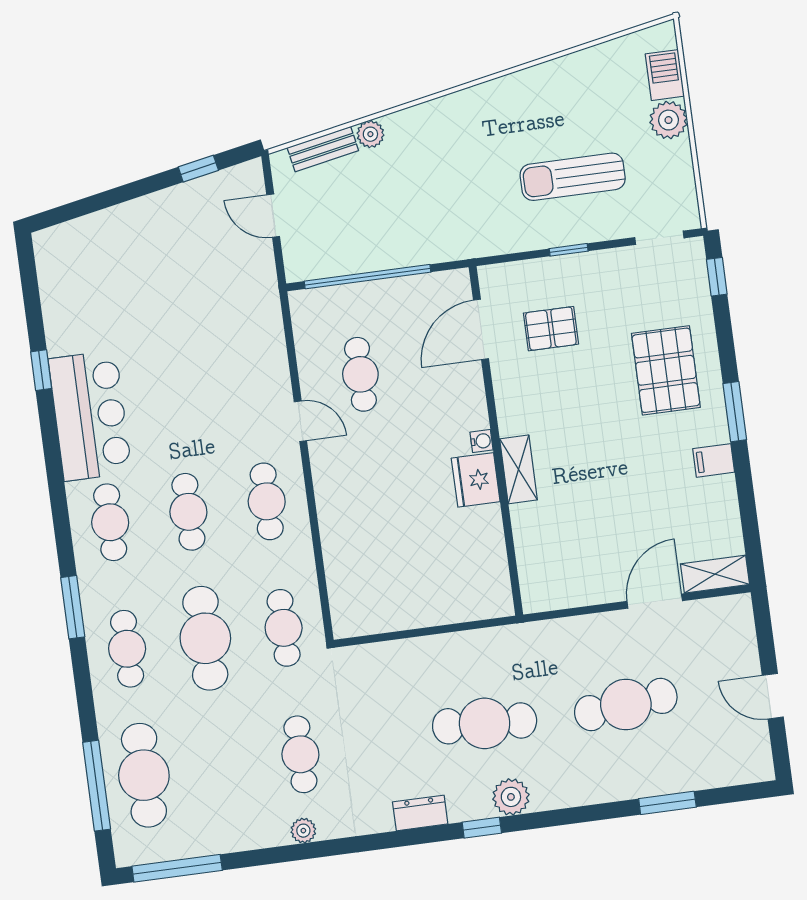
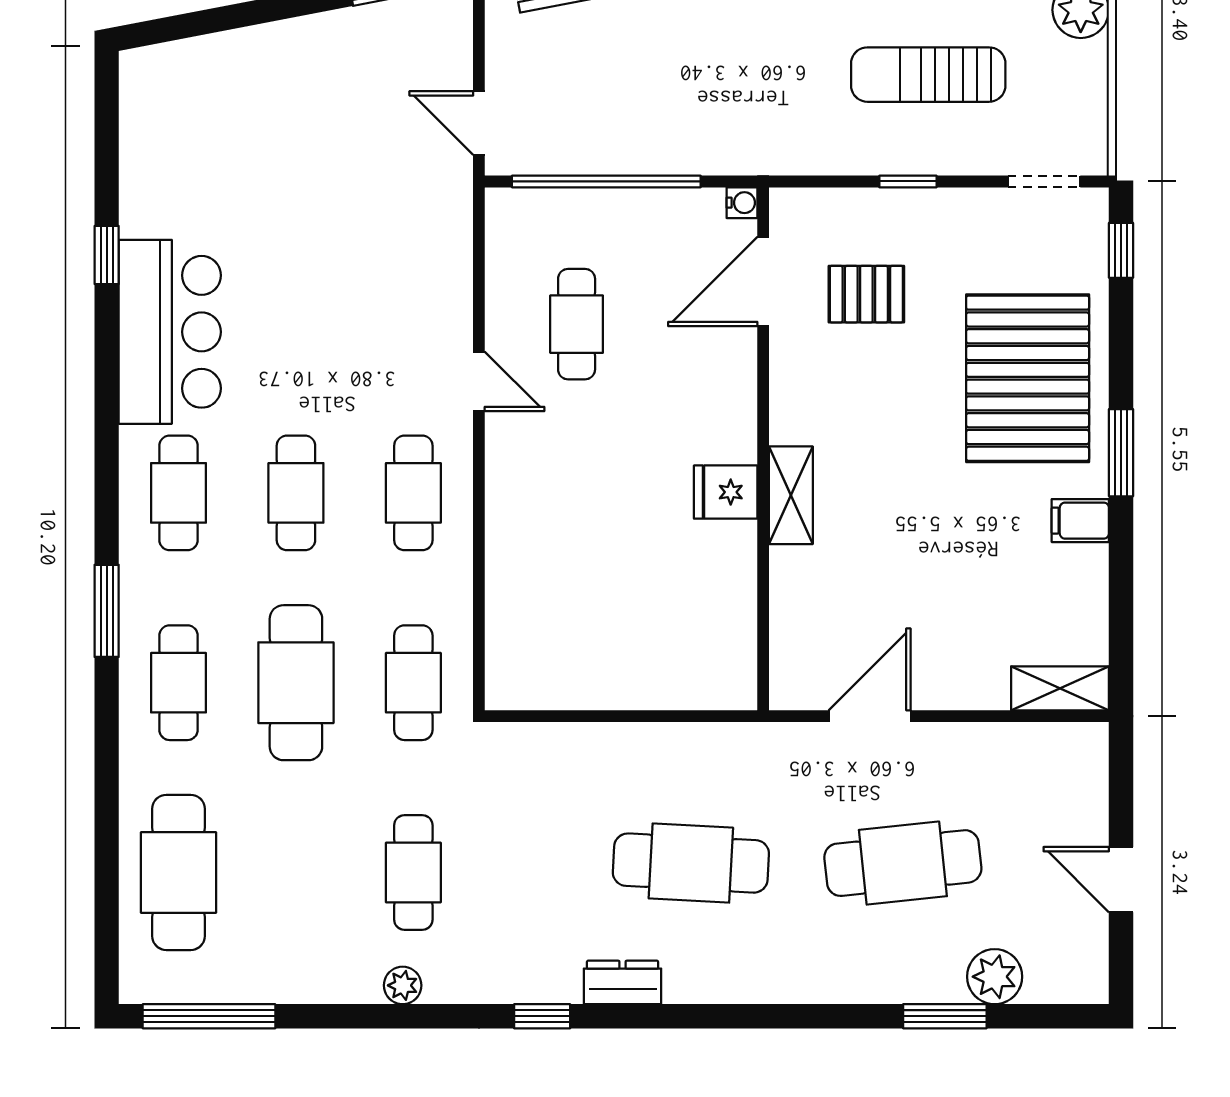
door: (273, 216) -> (479, 123), moved
pallet: (666, 370) -> (1028, 378), width x1.37, depth x1.41
water cooler: (482, 441) -> (742, 203), moved
fridge: (476, 480) -> (726, 492), width x0.72
door: (655, 601) -> (870, 716), moved
window: (97, 786) -> (107, 879), removed
plant: (511, 797) -> (995, 977), moved
dresser: (420, 813) -> (623, 982), moved
window: (482, 828) -> (542, 1016), moved

